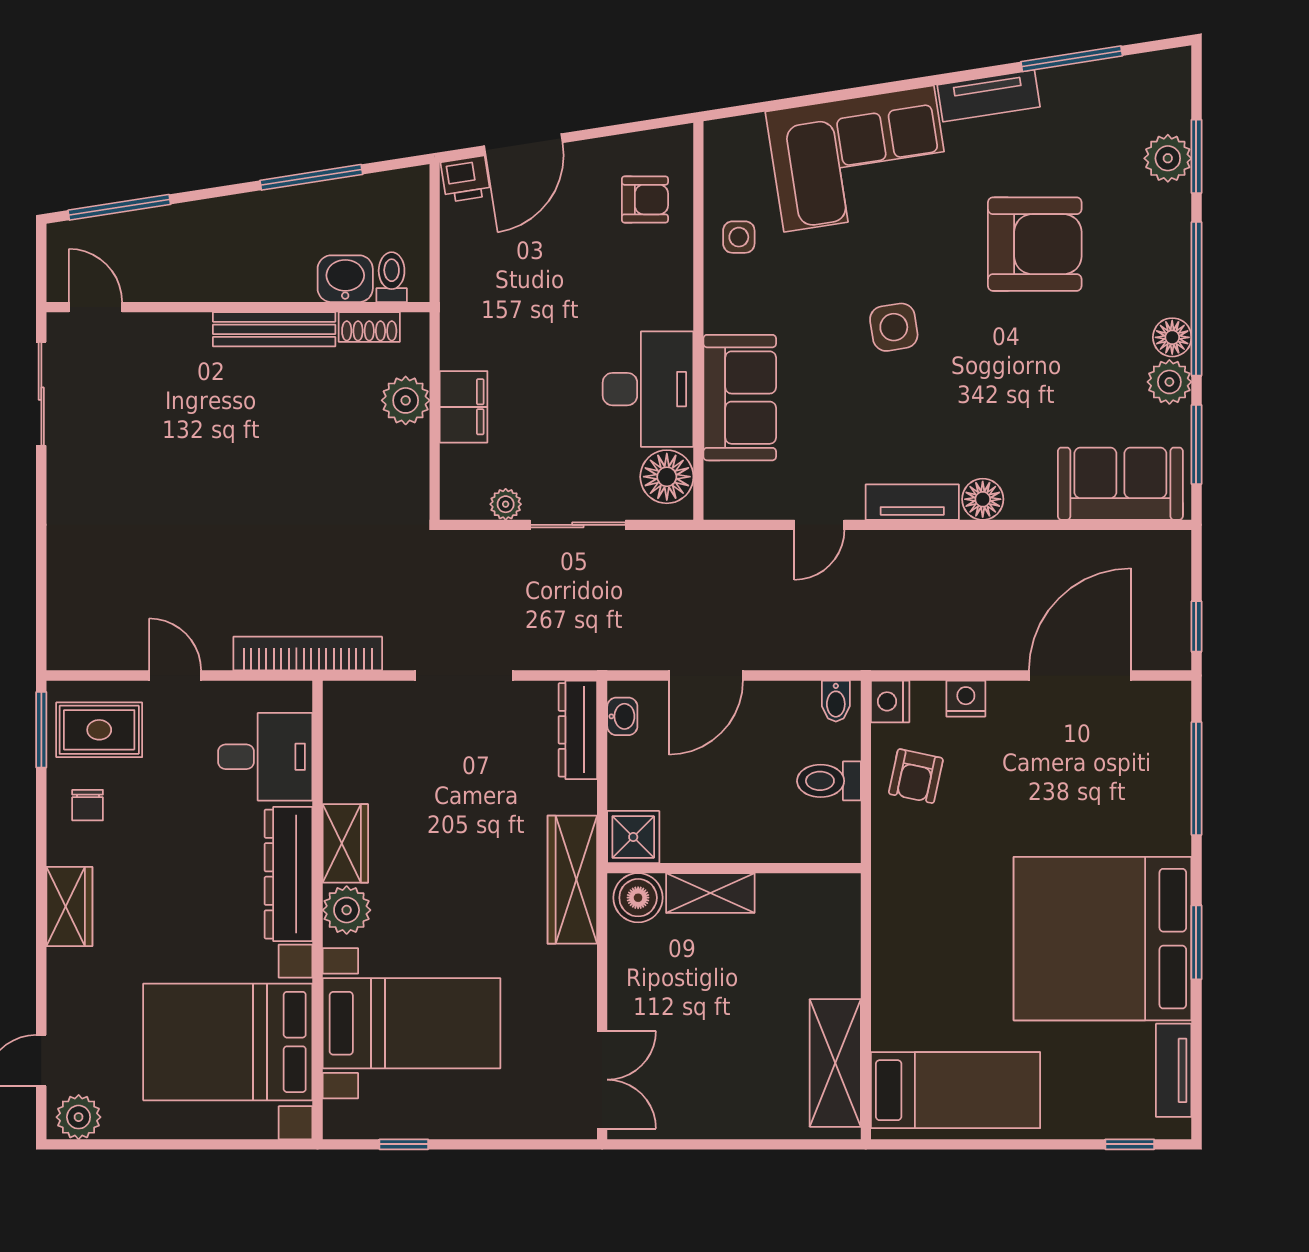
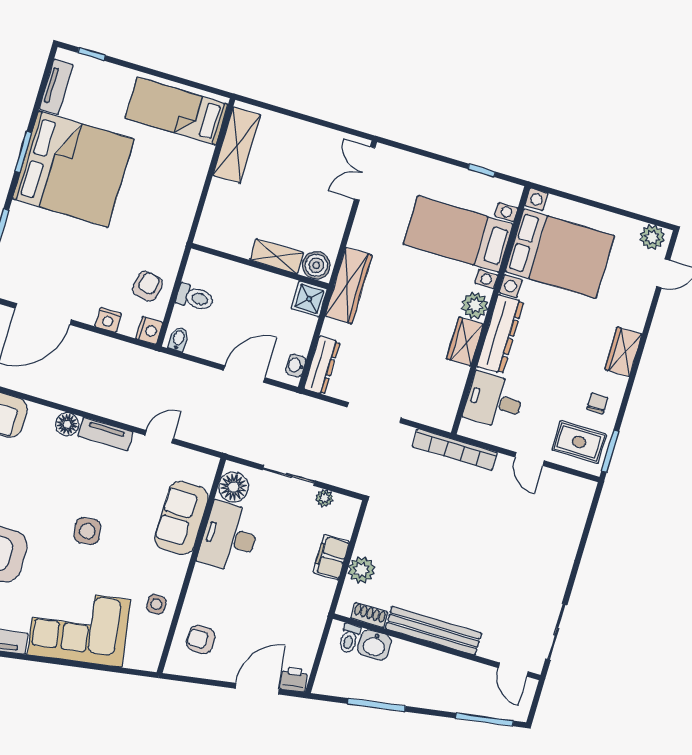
bench: (274, 329) -> (433, 631), width x1.37, depth x1.21

